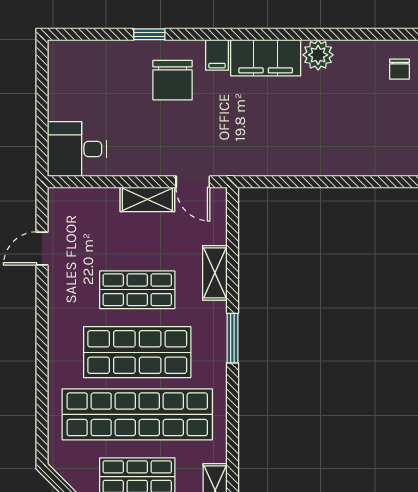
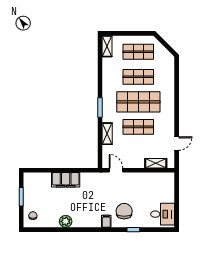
filing cabinet: (266, 58) -> (66, 180), moved, turned 180
desk: (77, 149) -> (163, 214), moved
shelving: (147, 199) -> (156, 163), moved
shop shelf: (137, 414) -> (138, 77), width x0.50, depth x0.74

